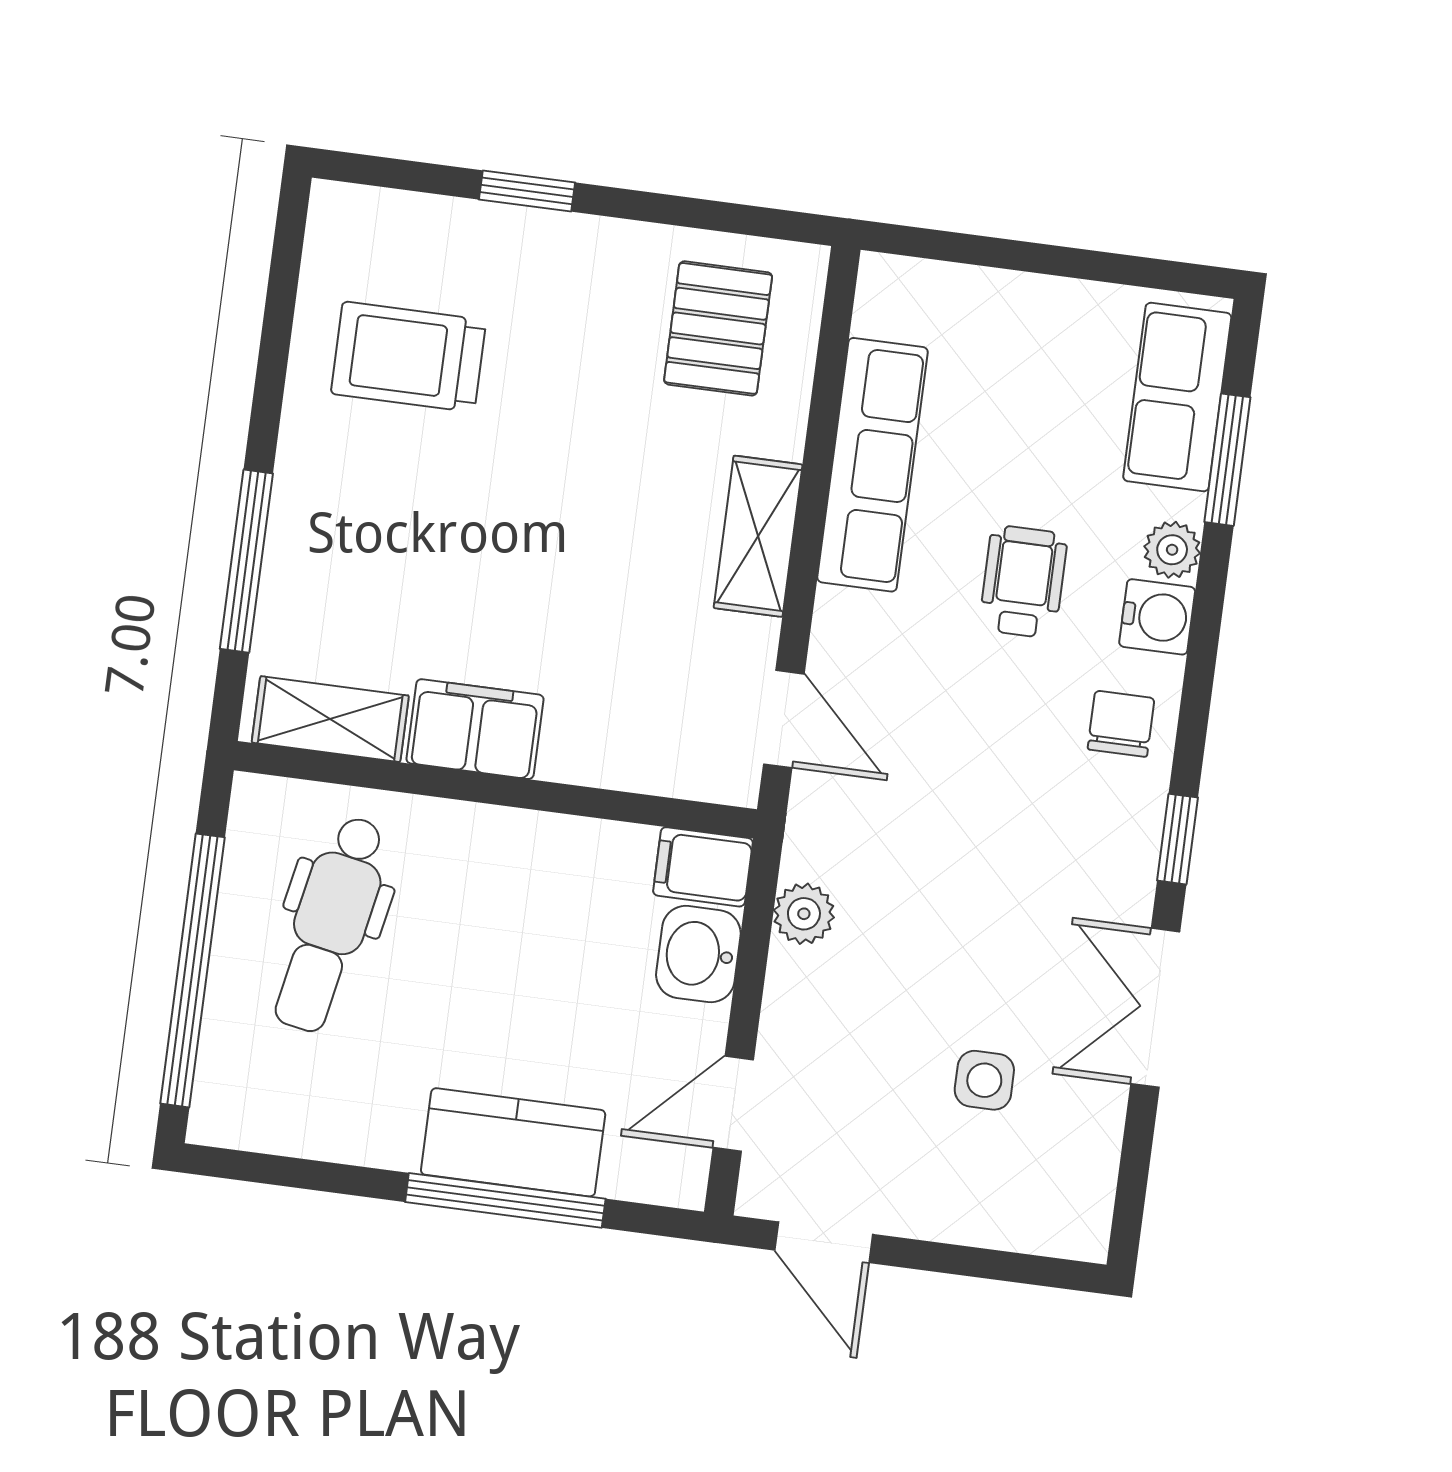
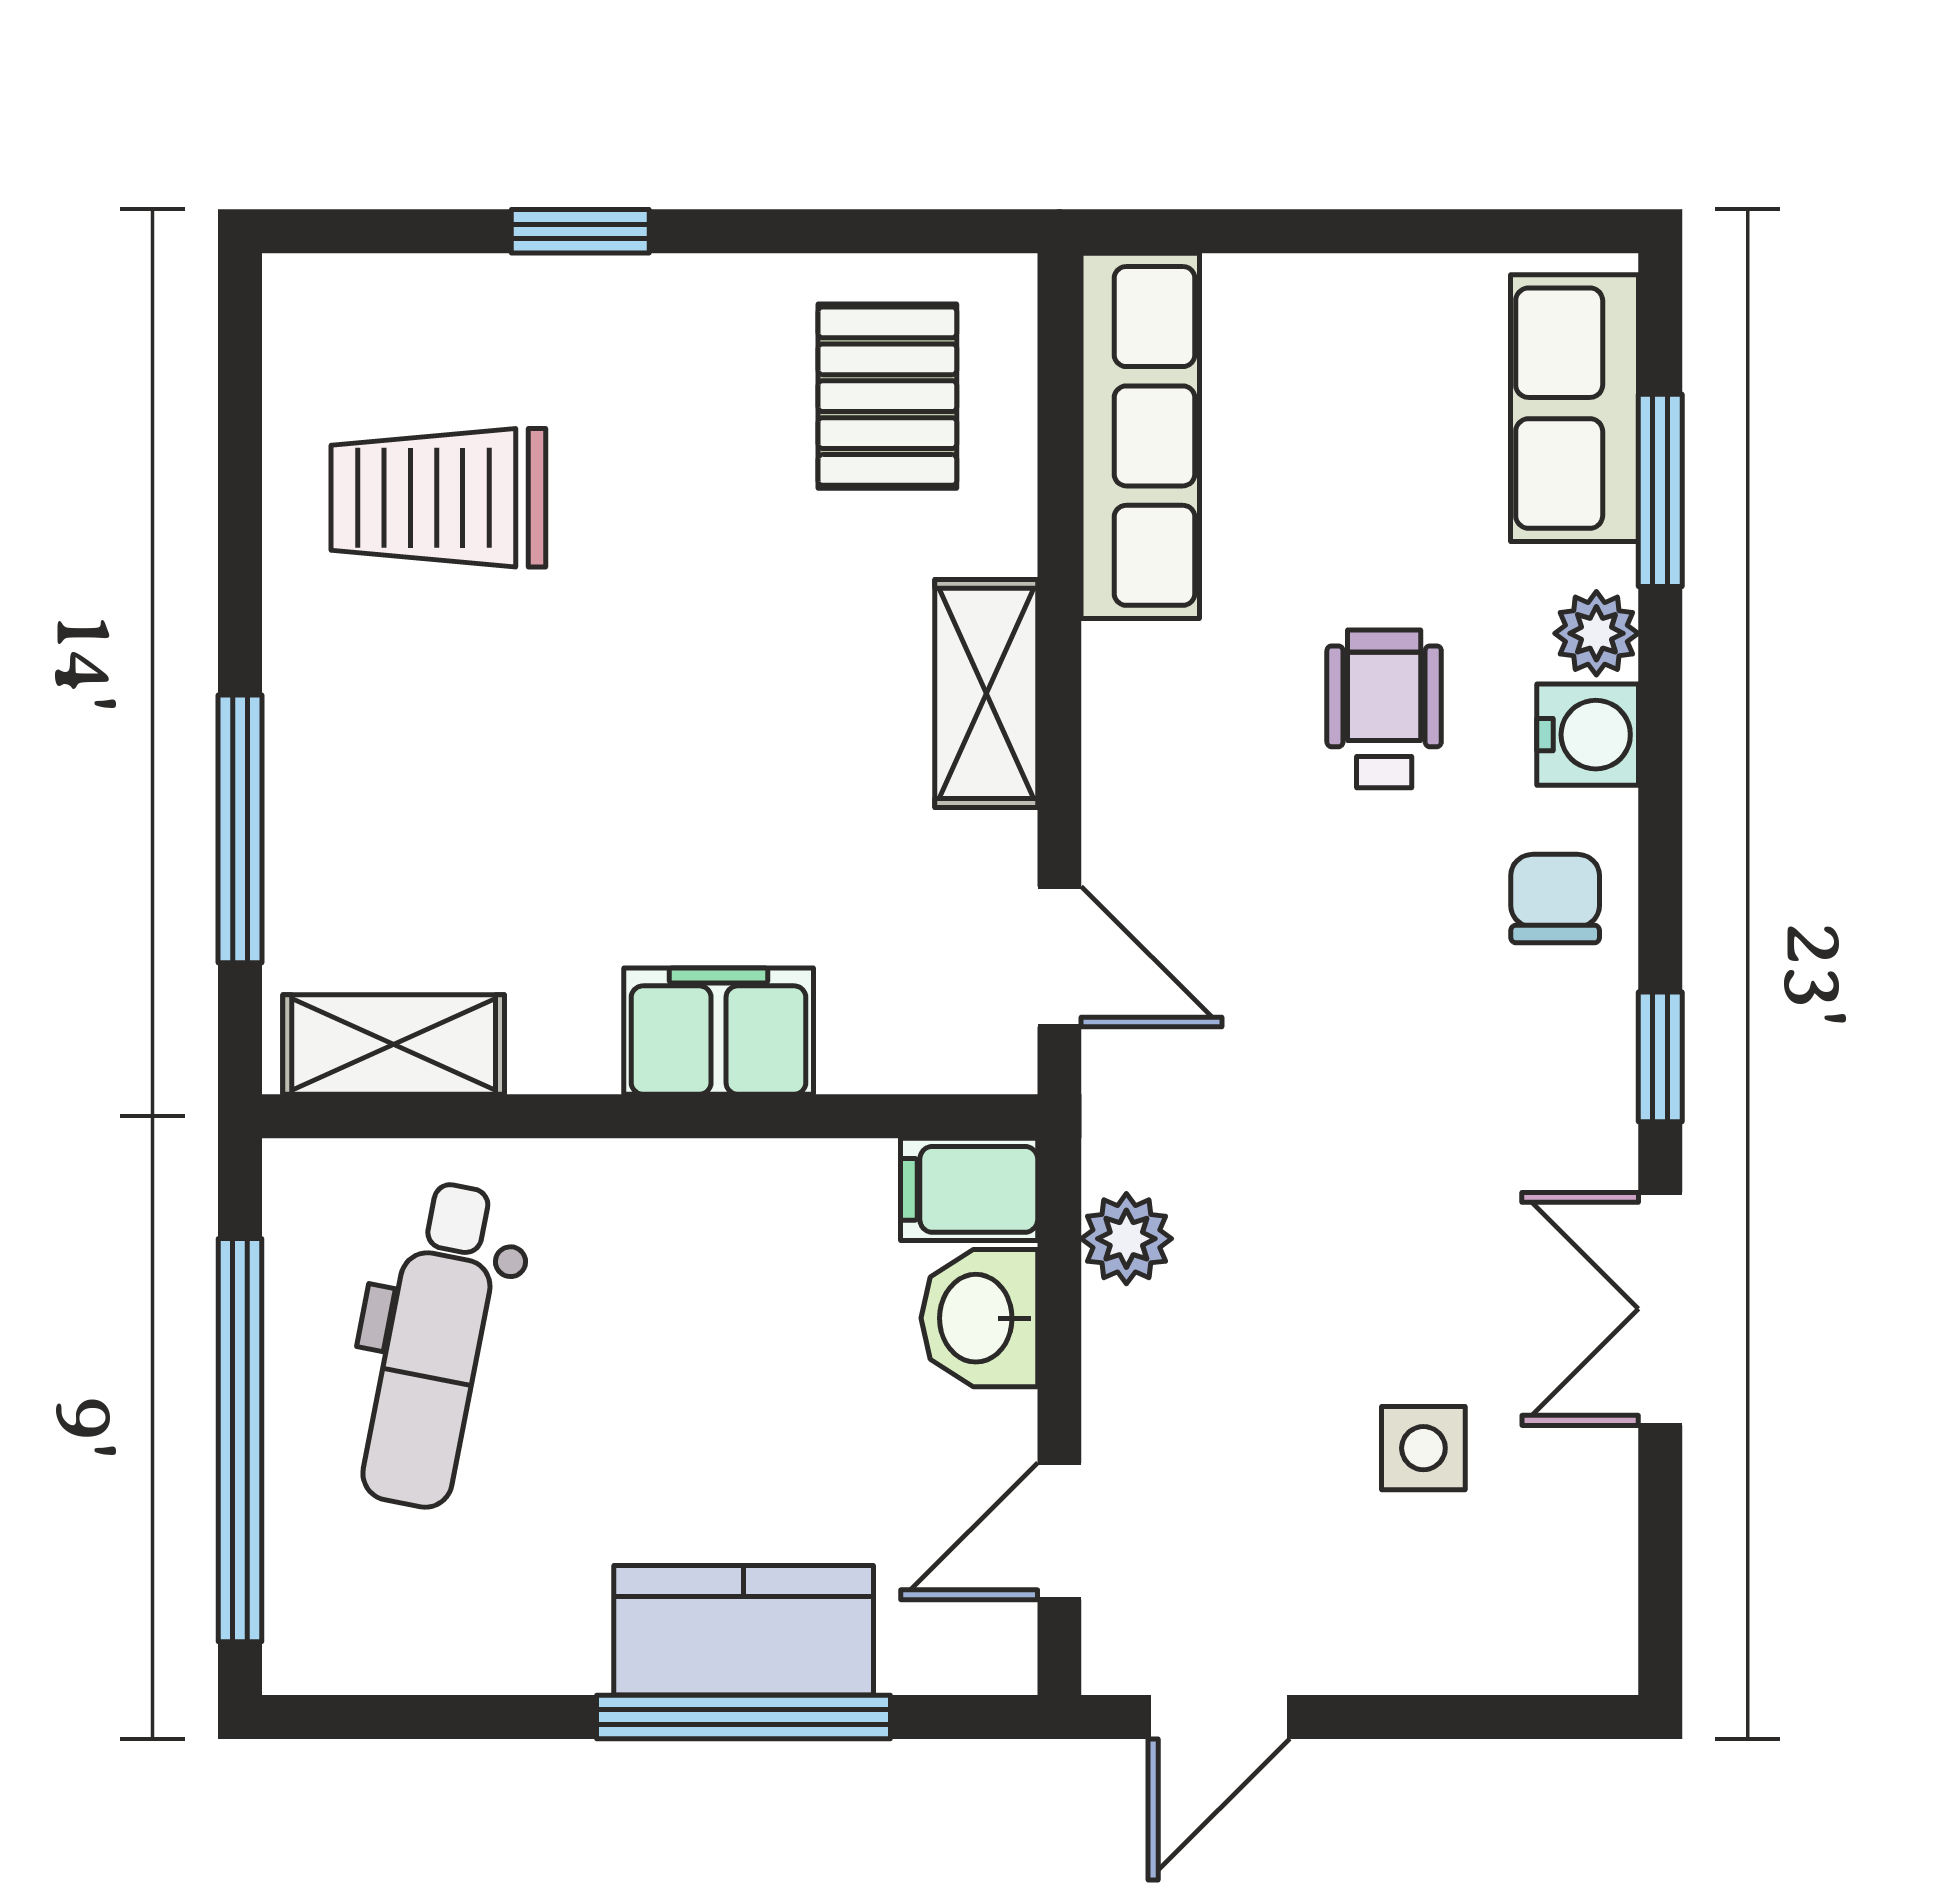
row of seats: (873, 465) -> (1140, 436), moved
filing cabinet: (475, 729) -> (719, 1031), moved
door: (824, 1242) -> (1219, 1717), hinge flipped

